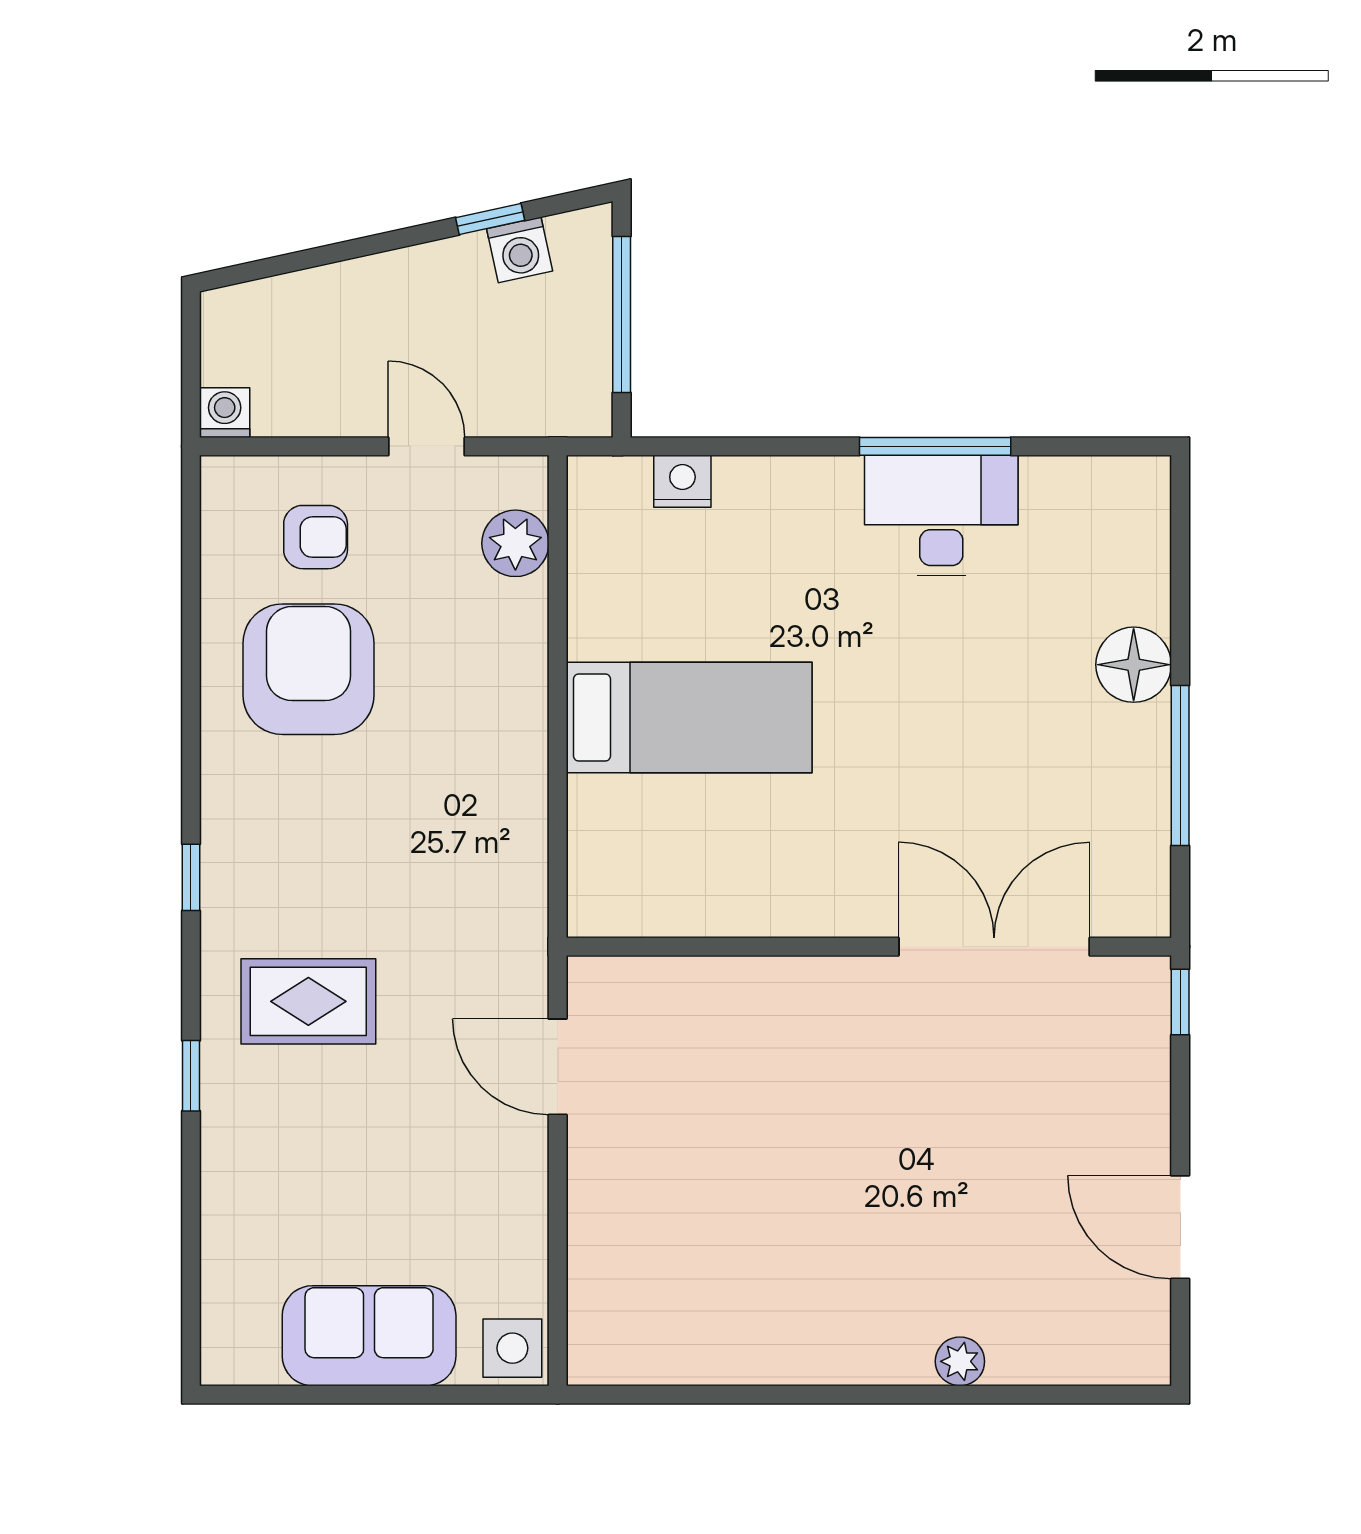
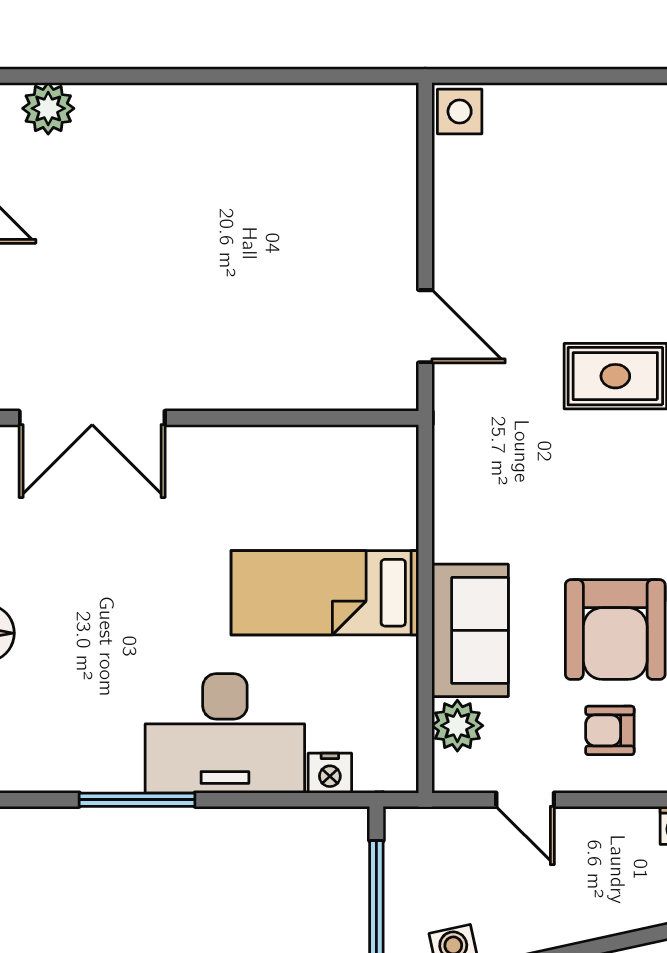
desk: (941, 515) -> (225, 733), moved, width x1.36, depth x1.30
sofa: (369, 1336) -> (470, 630), moved, turned -90
plant: (960, 1361) -> (48, 108), moved, width x1.38, depth x1.38

